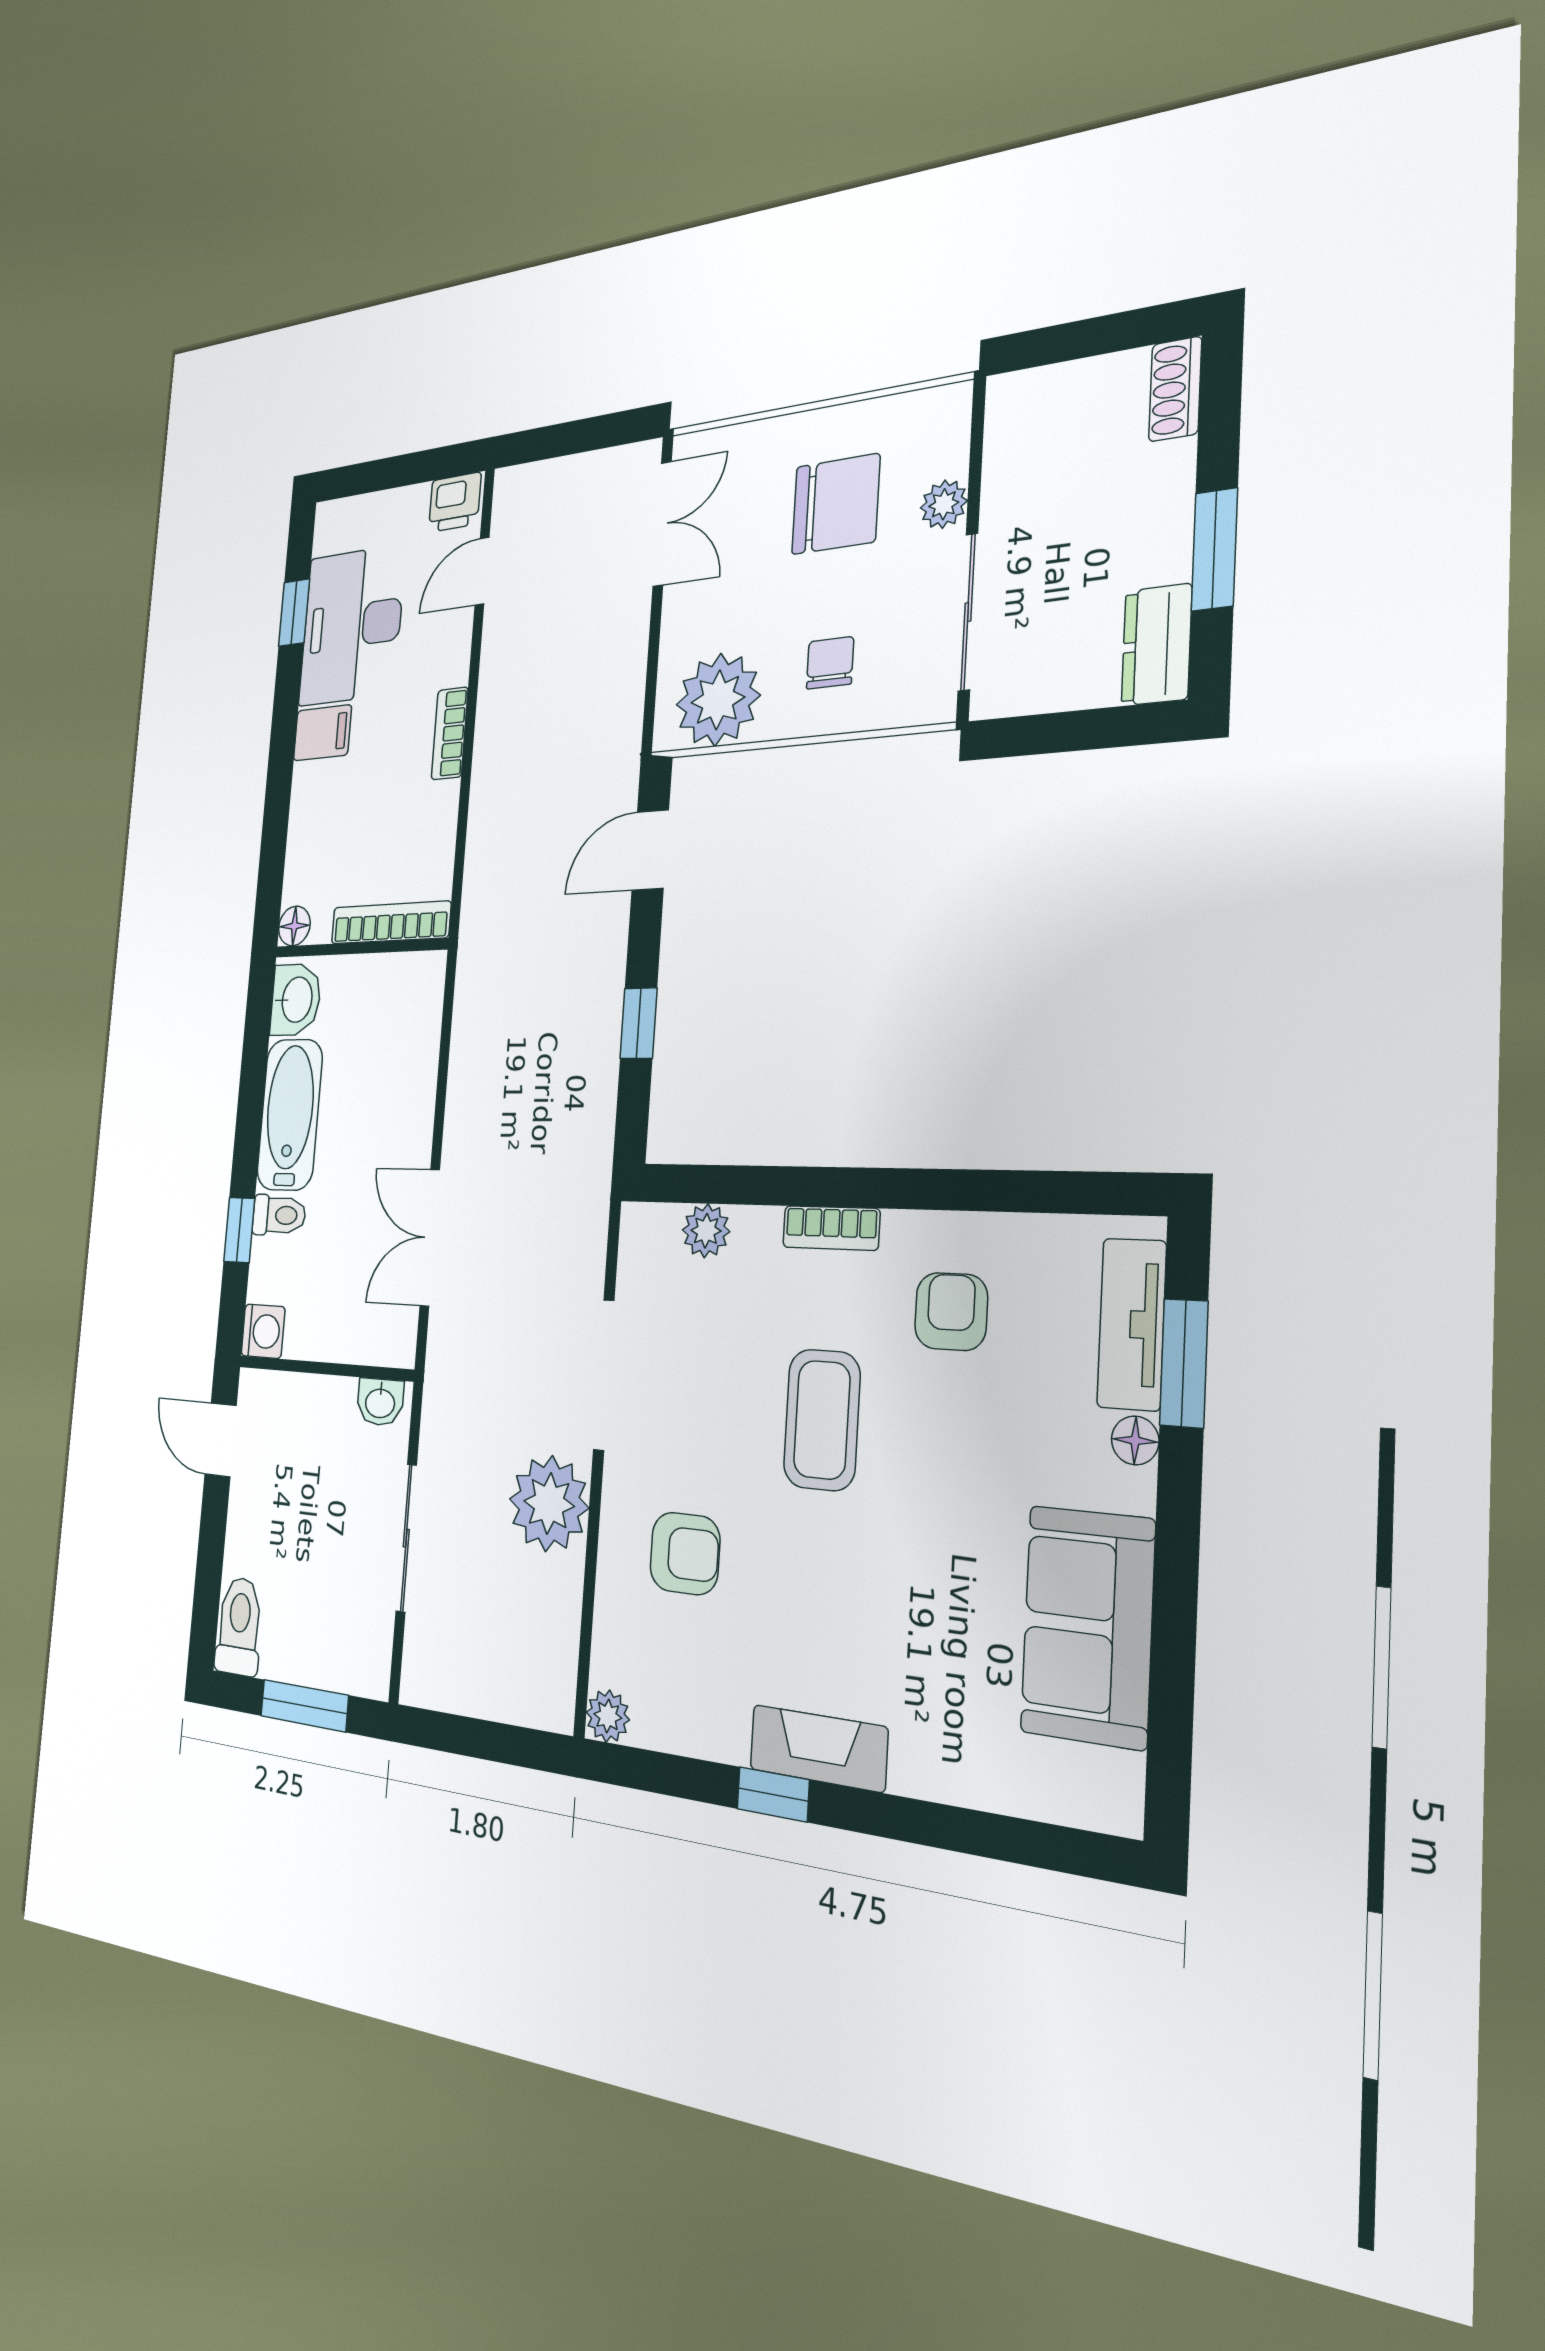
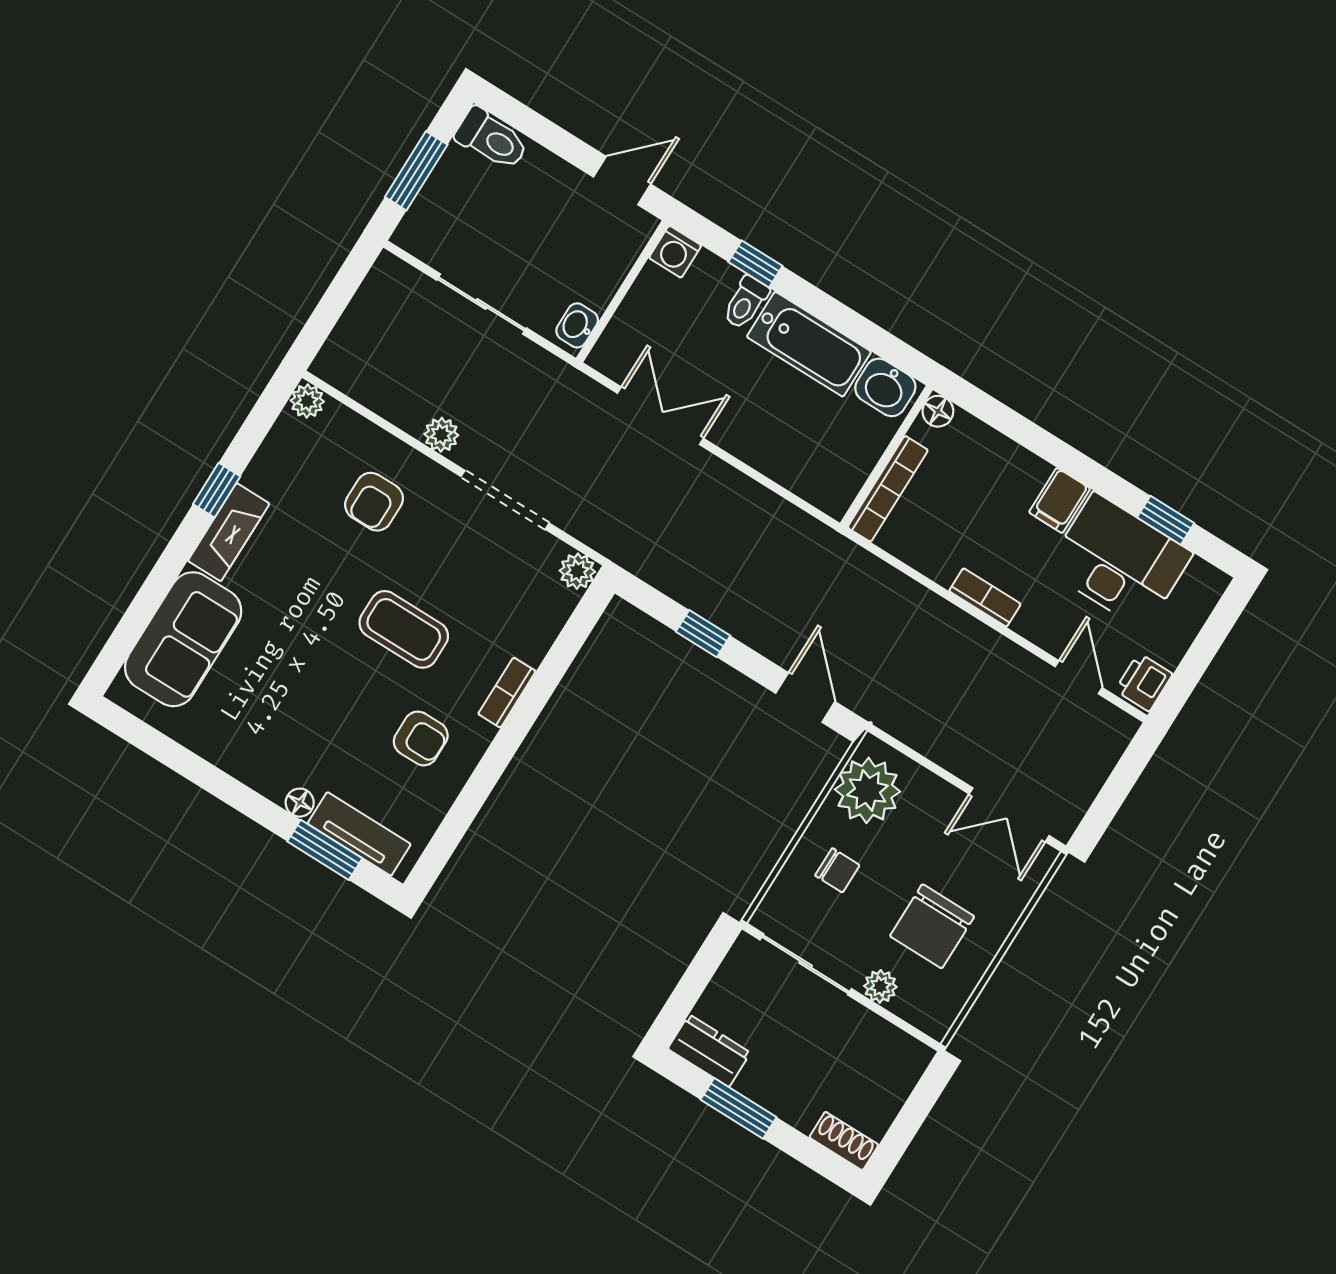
plant: (706, 1231) -> (577, 571), moved
plant: (549, 1504) -> (441, 435), width x0.53, depth x0.53
sofa: (1088, 1626) -> (183, 639), moved, turned 90

